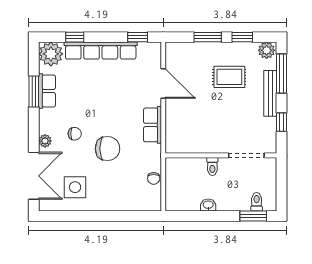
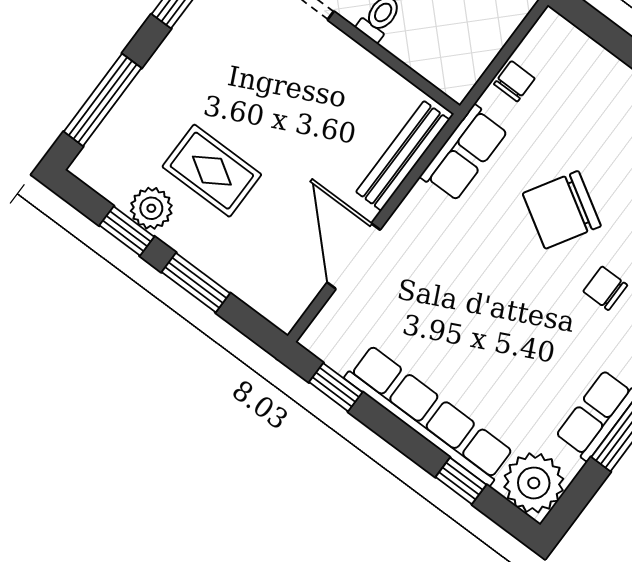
plant: (267, 50) -> (151, 208), moved
bench: (270, 93) -> (403, 156), moved
row of seats: (152, 125) -> (464, 153), moved
chair: (107, 149) -> (562, 210), turned -59

